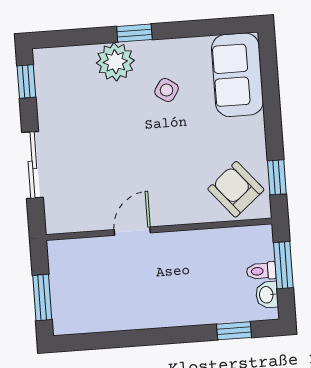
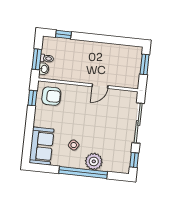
window: (134, 33) -> (83, 172), width x3.17
sliding door: (32, 165) -> (138, 123), width x1.37
armchair: (236, 189) -> (51, 96), turned -50
washbasin: (267, 295) -> (44, 69), moved

